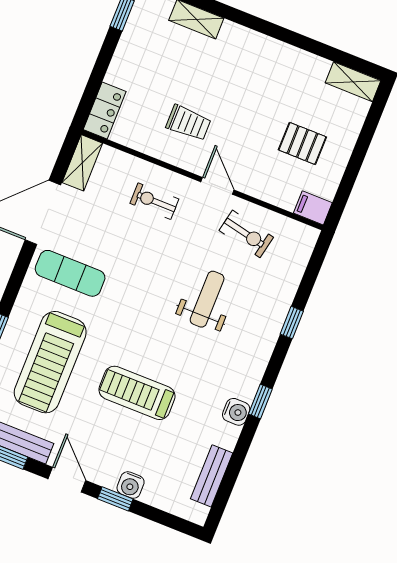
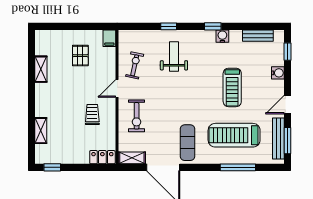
shelving: (353, 82) -> (41, 69), moved
exercise bike: (154, 201) -> (137, 116), width x1.38, depth x1.39
weight bench: (207, 299) -> (174, 56), moved, turned 90
treadmill: (50, 362) -> (234, 135), turned 180
window: (115, 499) -> (287, 52), moved

